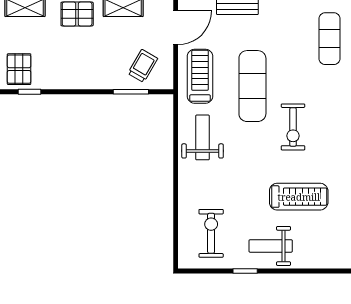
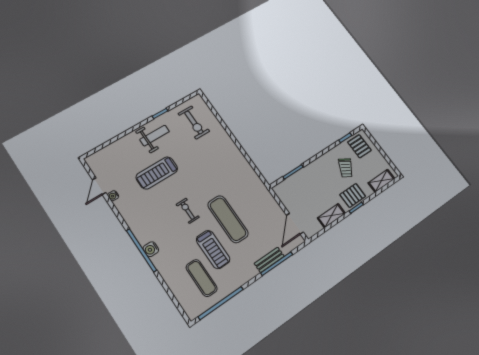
trolley: (143, 66) -> (346, 168), moved
treadmill: (200, 76) -> (213, 249), moved
exercise bike: (293, 127) -> (188, 211), width x0.73, depth x0.72
weight bench: (203, 137) -> (236, 172), removed

